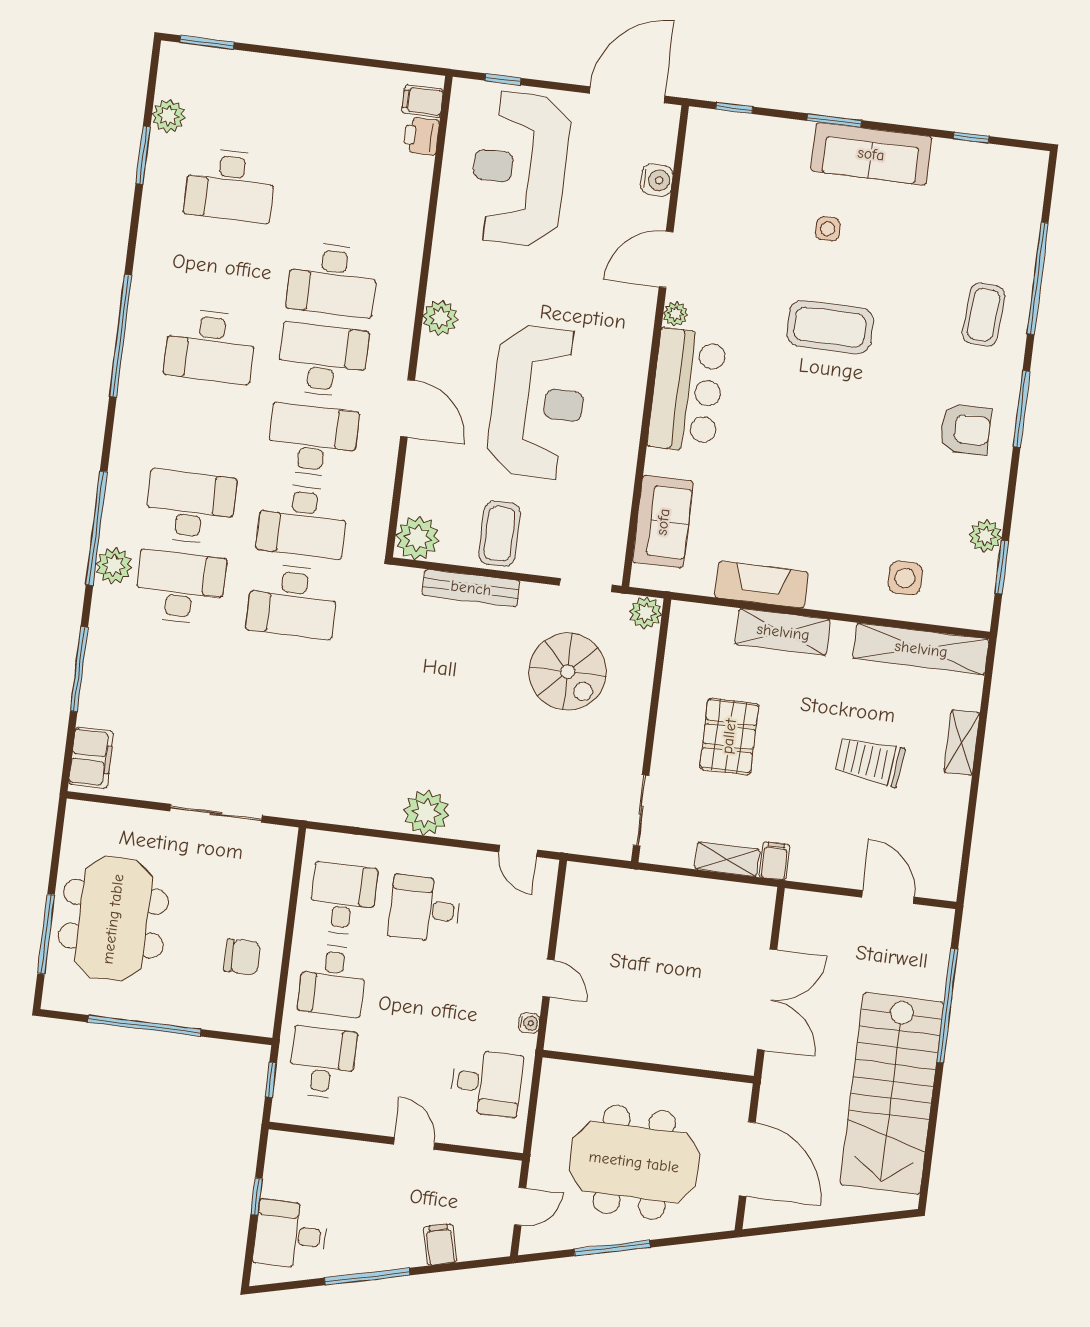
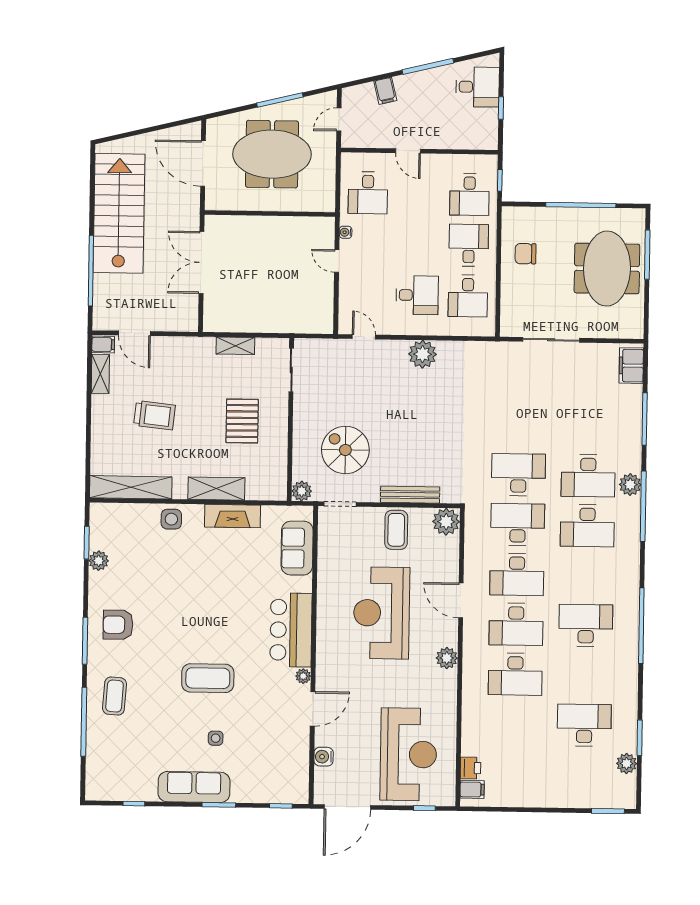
desk: (333, 280) -> (515, 674), turned 180
side table: (905, 578) -> (171, 519), moved
shelving: (962, 743) -> (100, 374), moved
filing cabinet: (774, 861) -> (103, 344), moved, turned -90
desk: (486, 1083) -> (368, 193), turned -90

